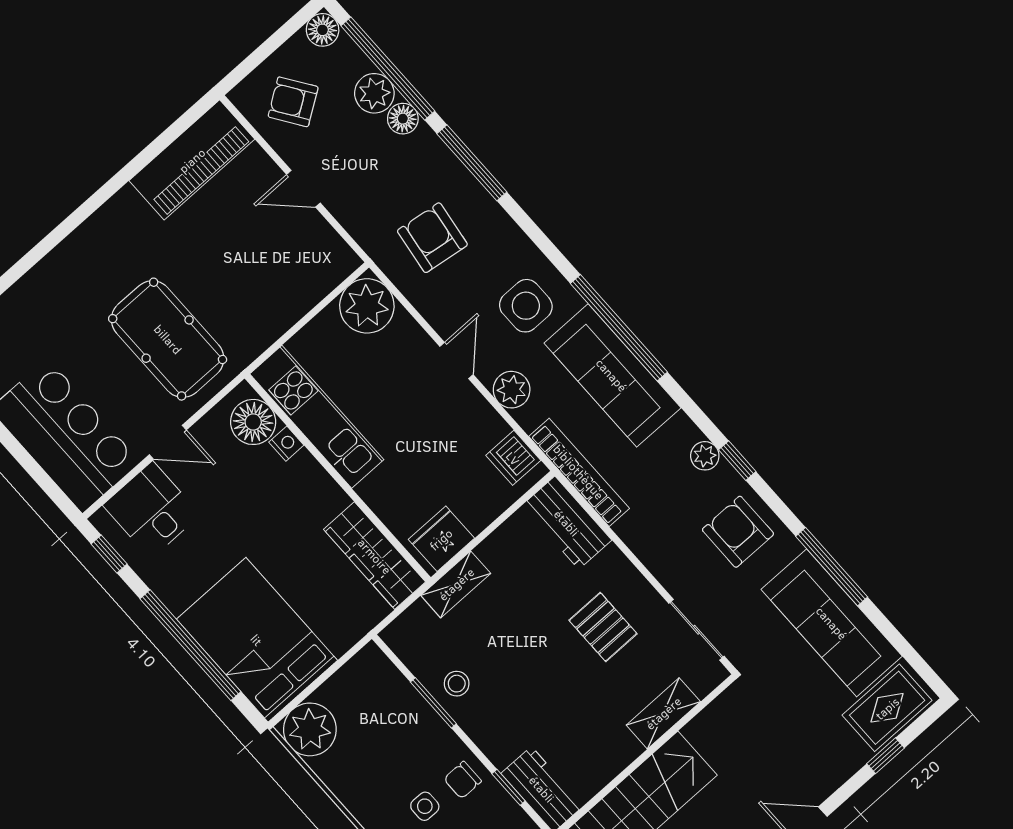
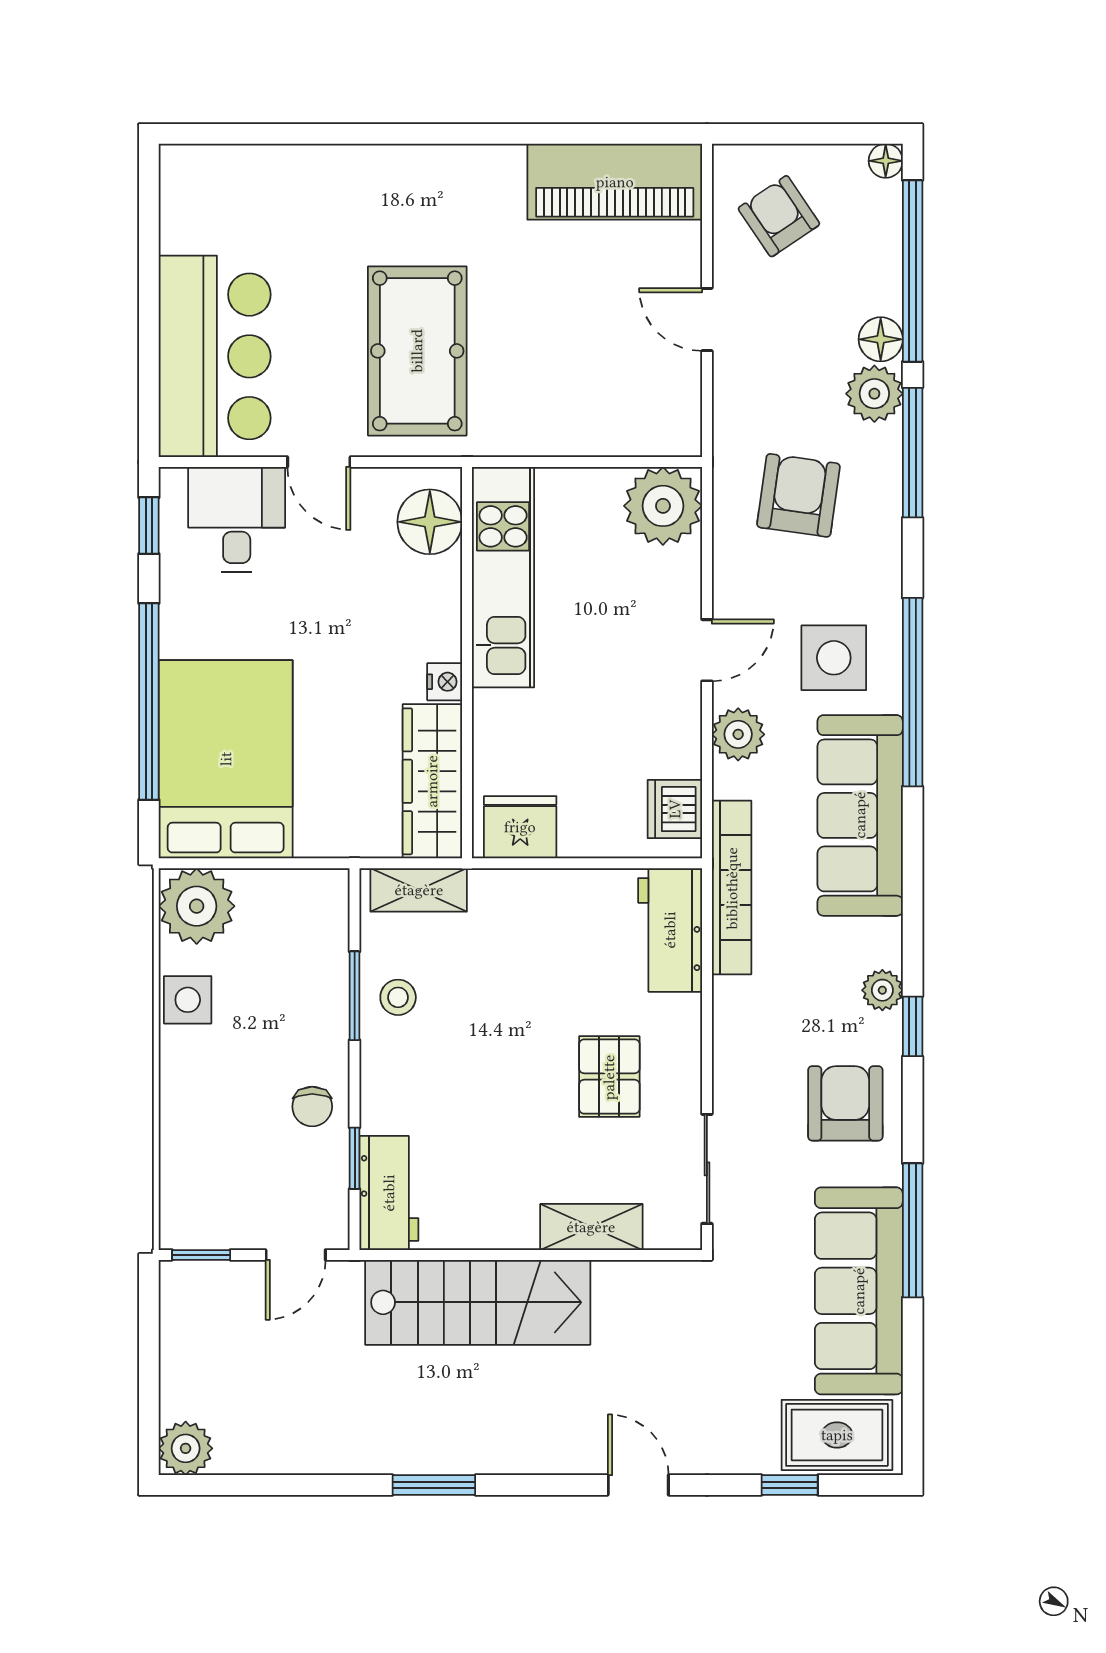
floor lamp: (323, 30) -> (886, 161), width x0.73, depth x0.73
plant: (374, 93) -> (874, 394), moved
window: (619, 328) -> (913, 692), moved
nightstand: (286, 444) -> (445, 682), moved
shelving: (456, 584) -> (419, 890), moved
chair: (463, 780) -> (312, 1107), turned -90
side table: (425, 806) -> (188, 1000), moved, width x1.37, depth x1.37

